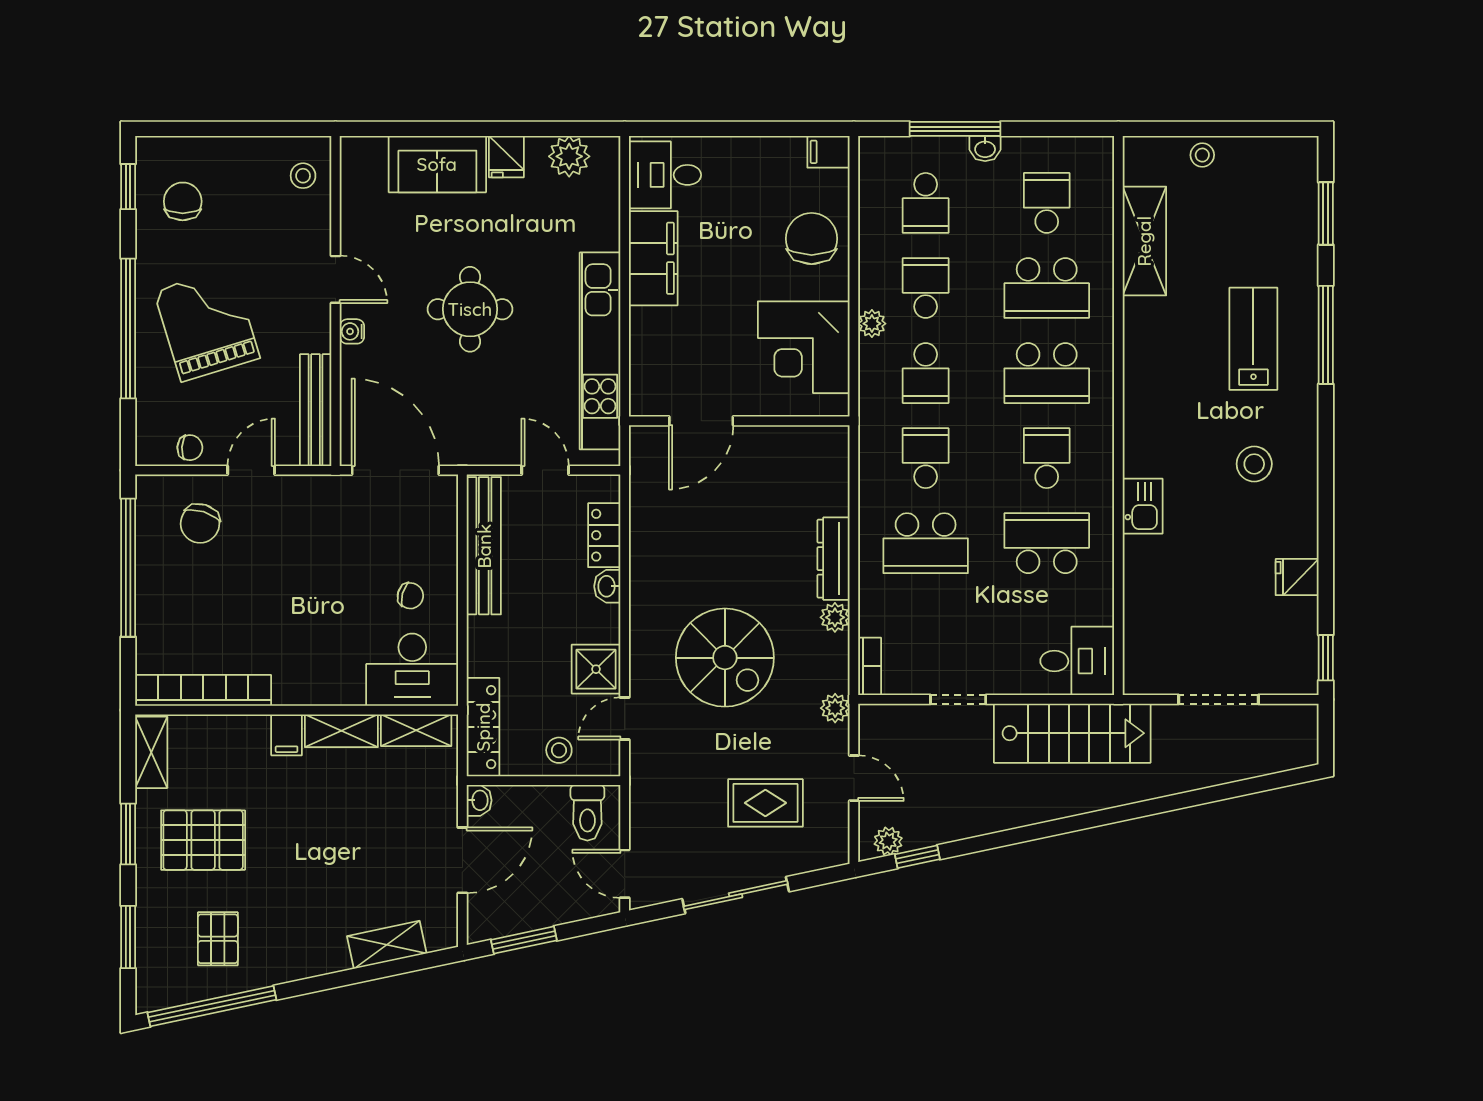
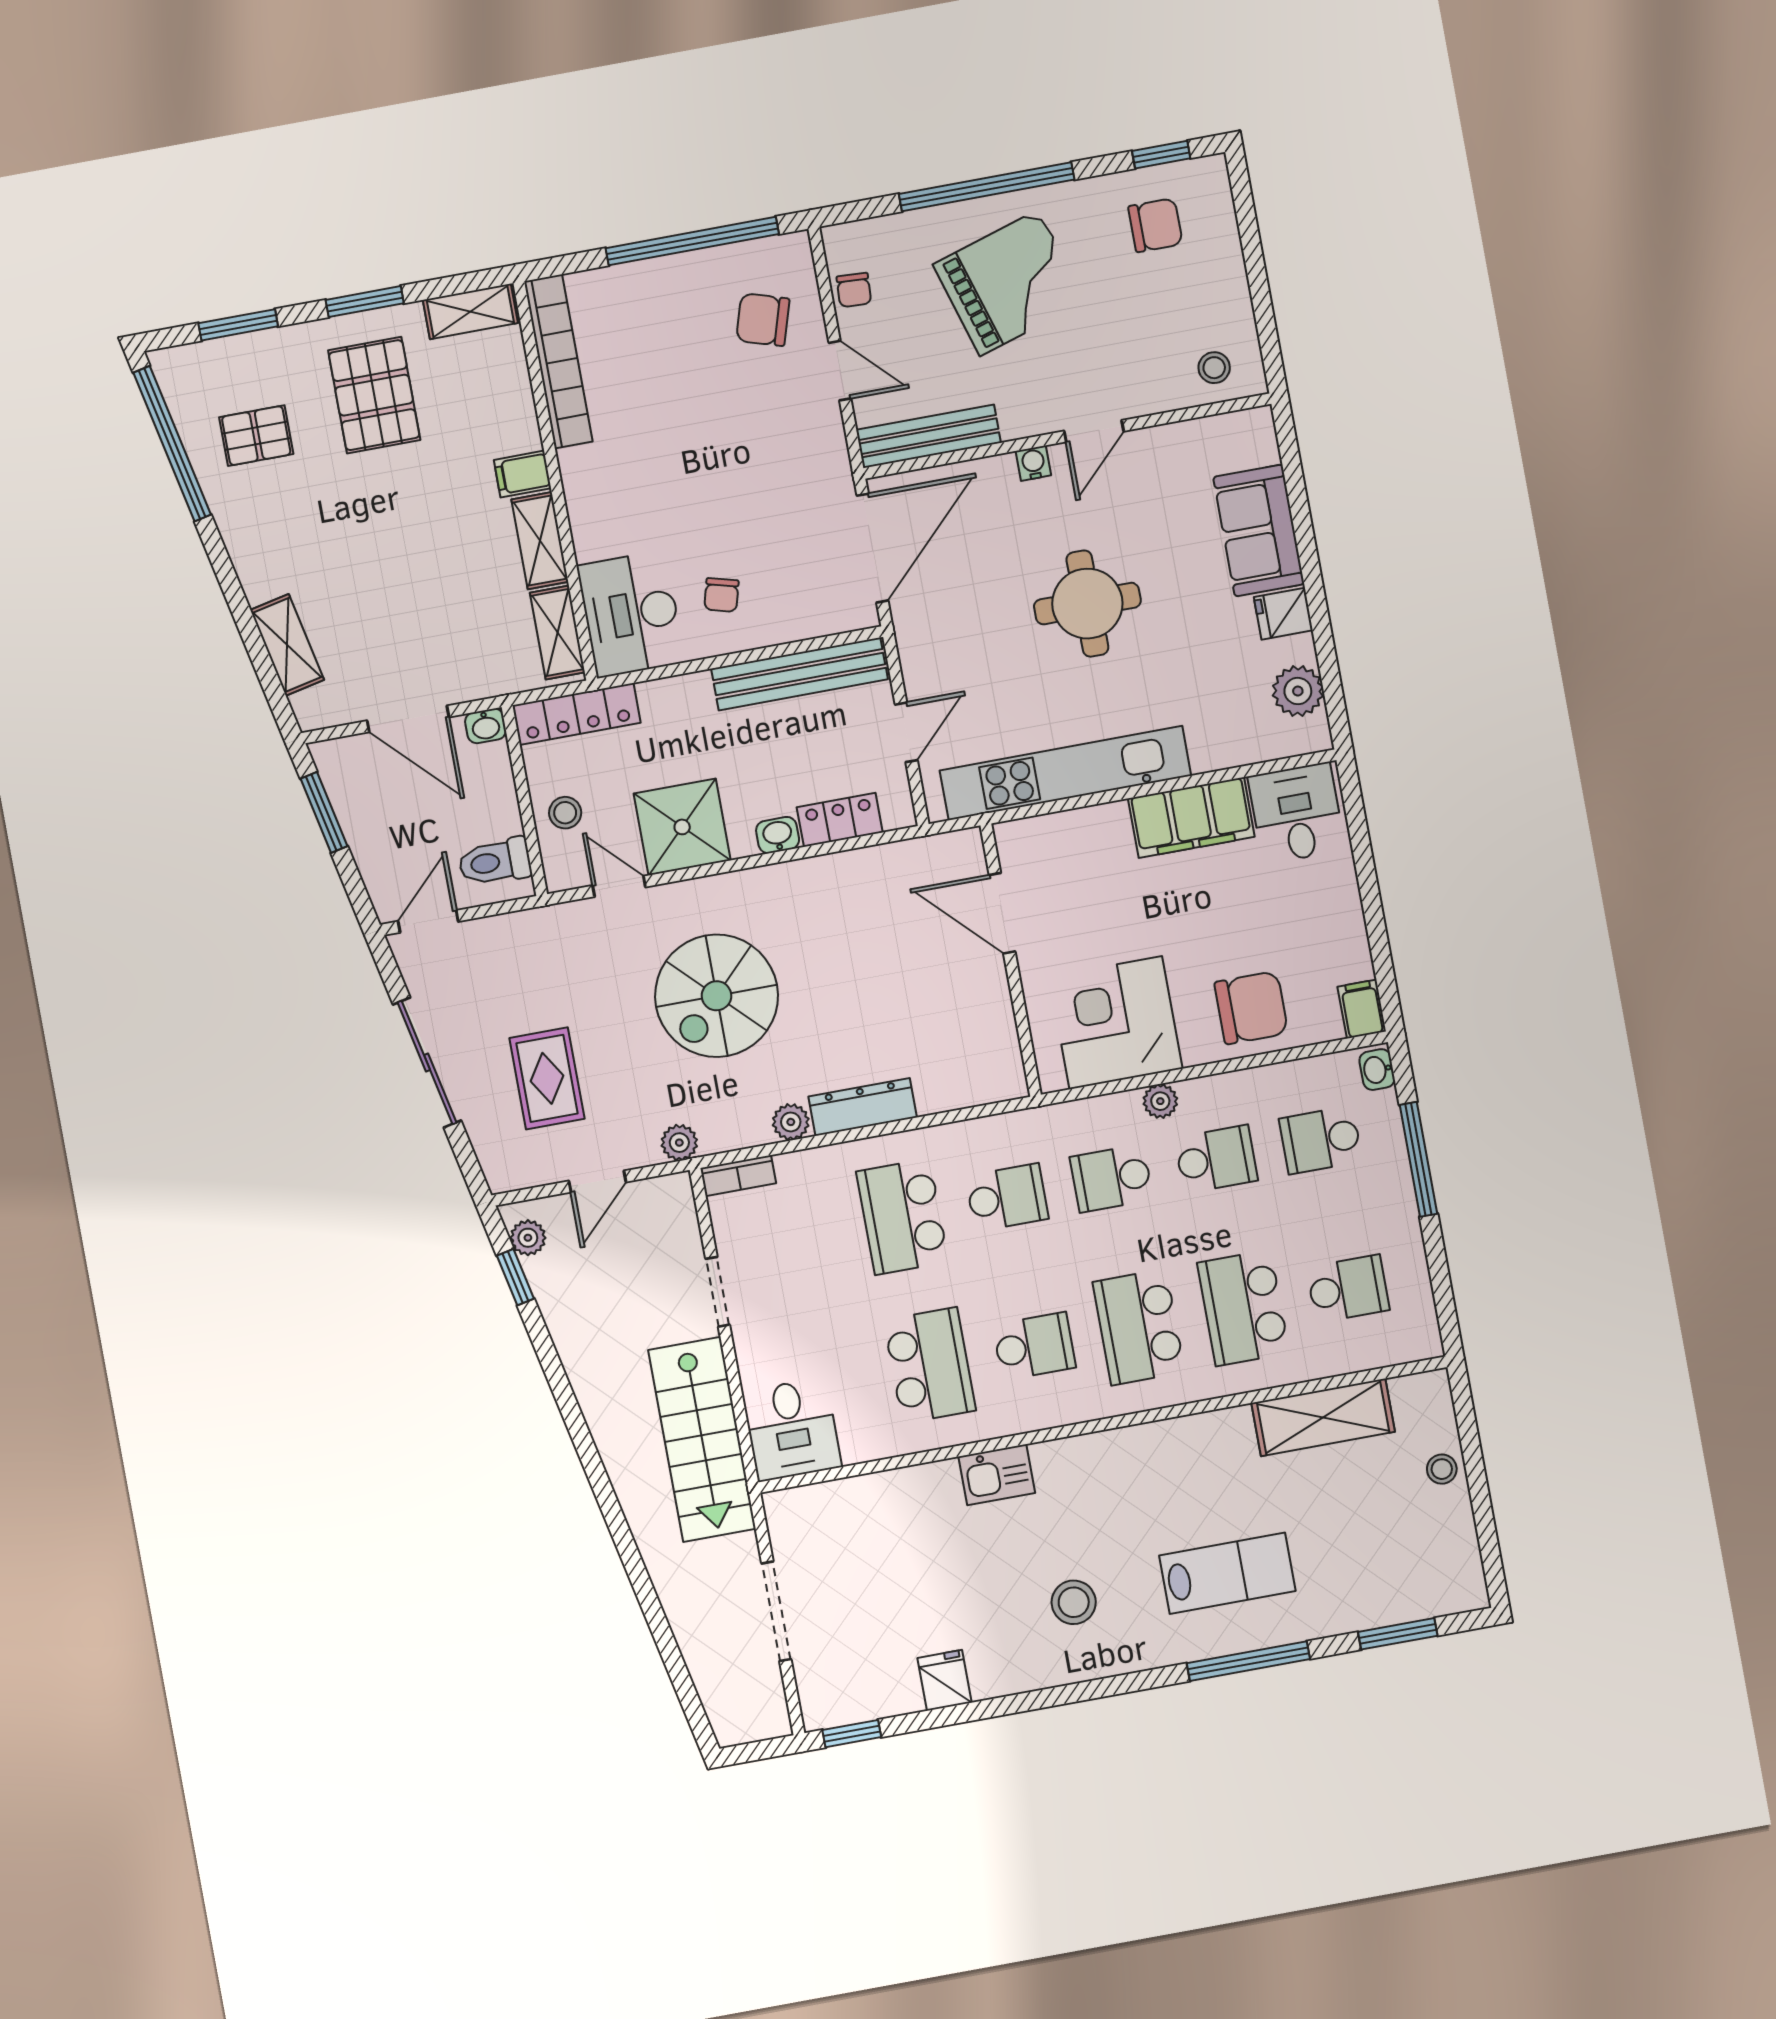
washbasin: (985, 149) -> (1377, 1070), moved
shower: (596, 669) -> (682, 827), width x1.36, depth x1.36

